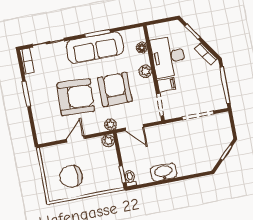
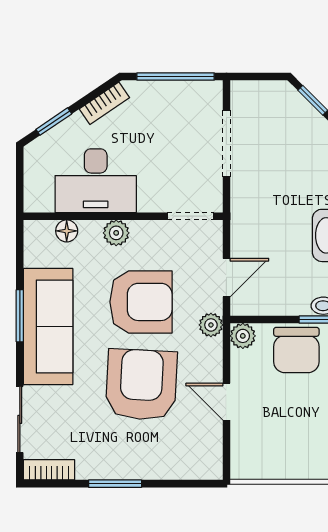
filing cabinet: (166, 85) -> (152, 195), removed
armchair: (115, 89) -> (141, 302), turned 180
chair: (71, 176) -> (296, 350), moved

